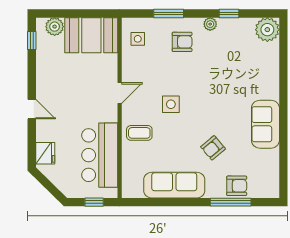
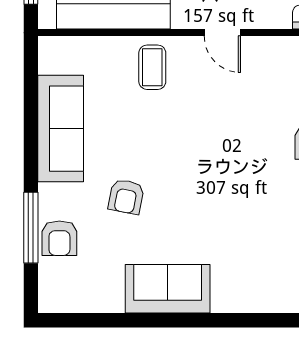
side table: (171, 104) -> (203, 123), removed
armchair: (213, 148) -> (126, 197), turned -129

